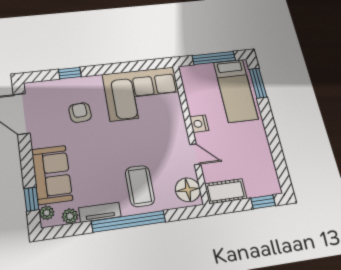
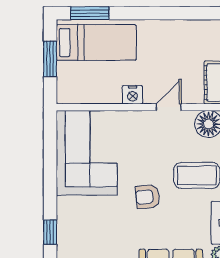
window: (214, 58) -> (50, 59), width x0.69
armchair: (80, 113) -> (148, 197), moved

